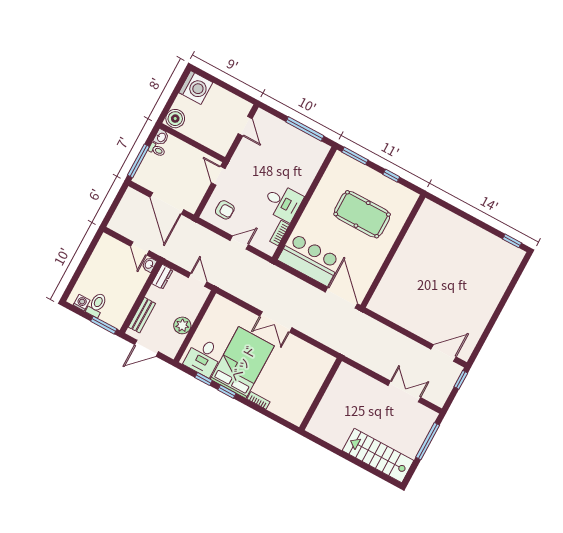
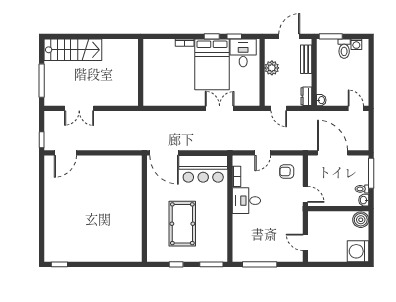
pool table: (362, 214) -> (182, 224), turned 90
door: (140, 248) -> (356, 108), moved
double door: (276, 322) -> (220, 108), moved

